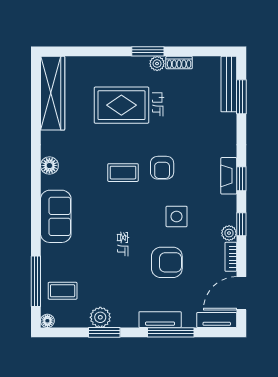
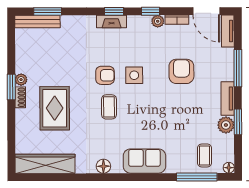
shoe rack: (179, 62) -> (20, 97), moved
side table: (177, 216) -> (134, 75), moved
tv unit: (160, 320) -> (228, 99), moved

